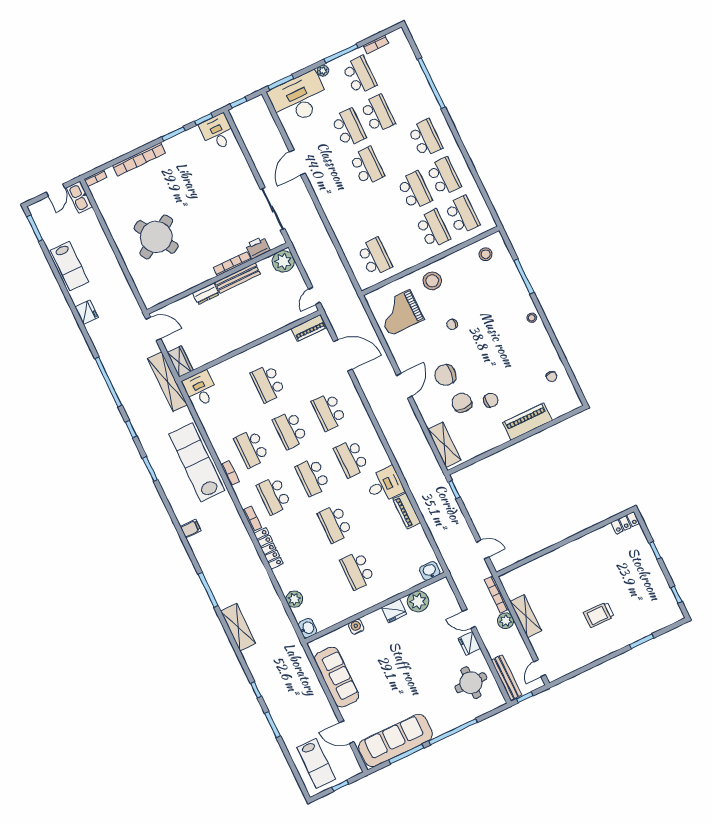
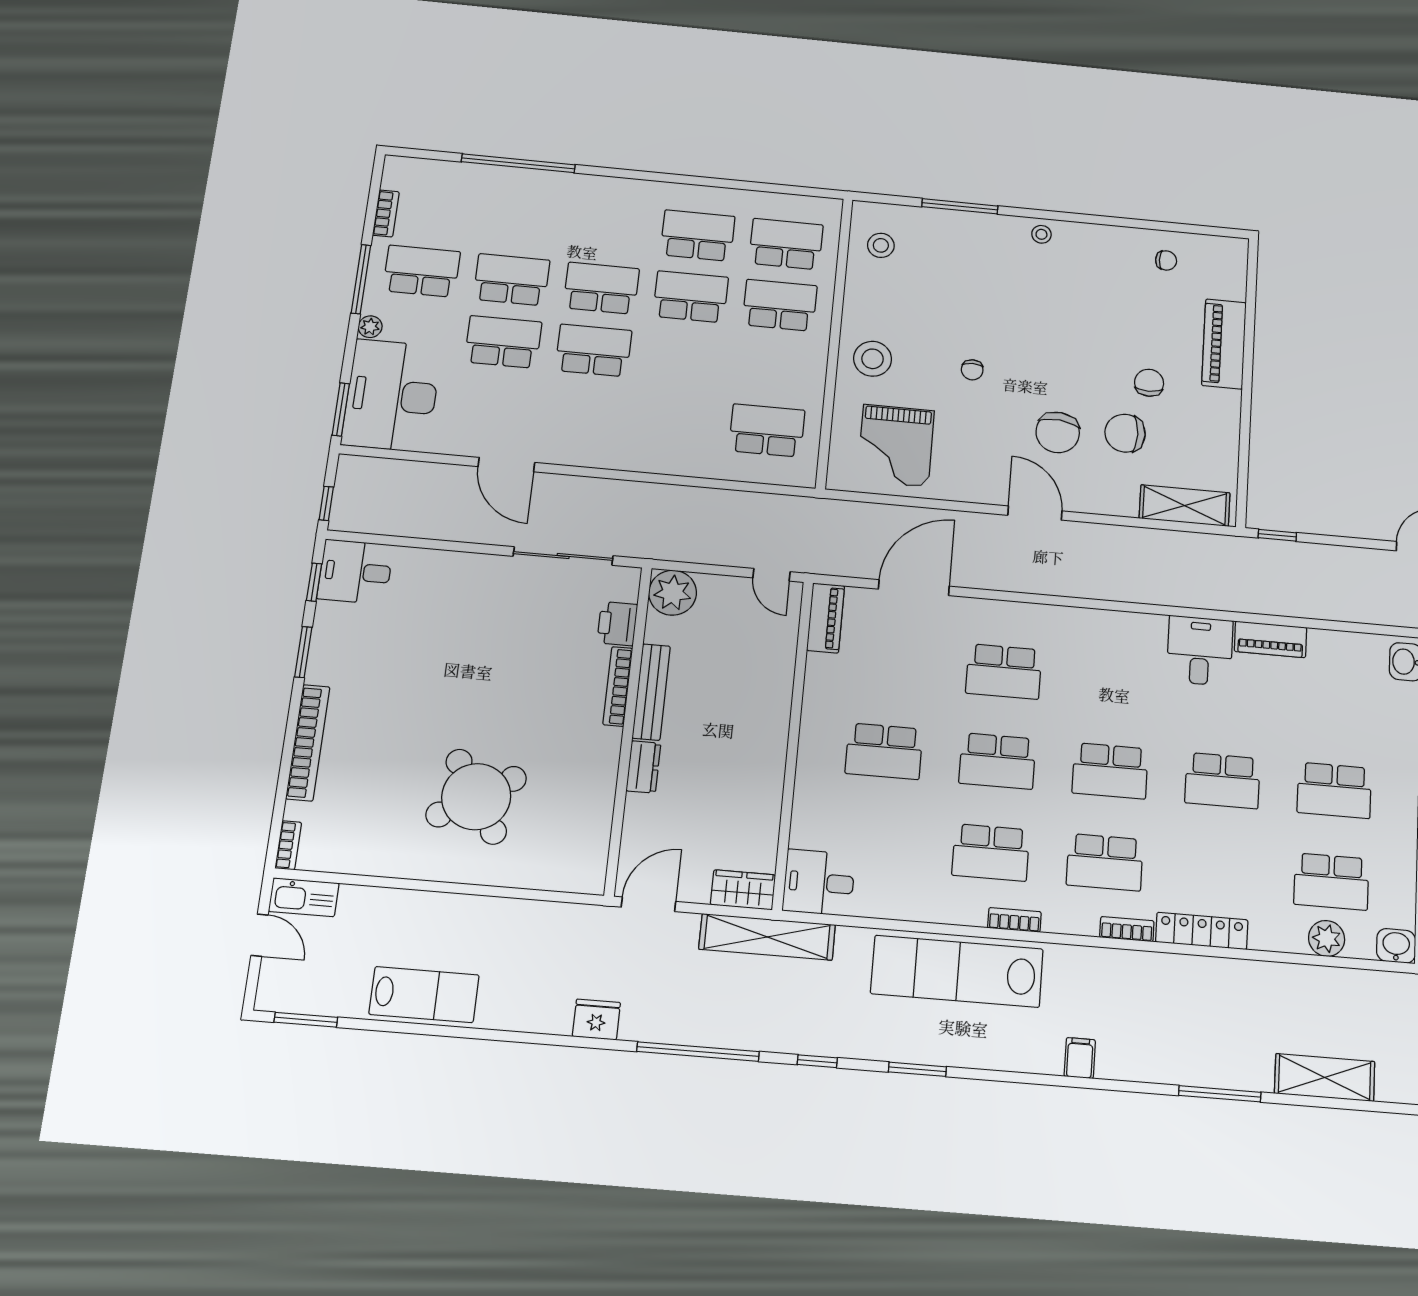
school desk: (425, 138) -> (601, 288), moved
fridge: (87, 312) -> (596, 1019), moved
school desk: (351, 458) -> (1331, 882), moved

